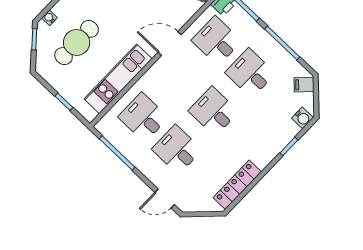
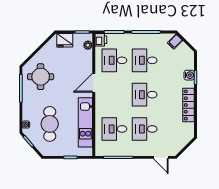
water cooler: (302, 118) -> (189, 75), moved
locker: (237, 185) -> (189, 105), moved
door: (165, 198) -> (161, 157), hinge flipped

